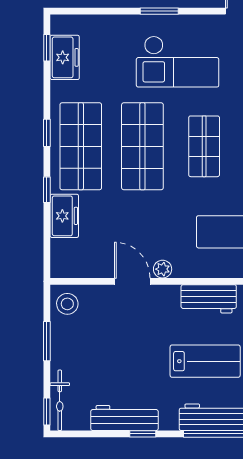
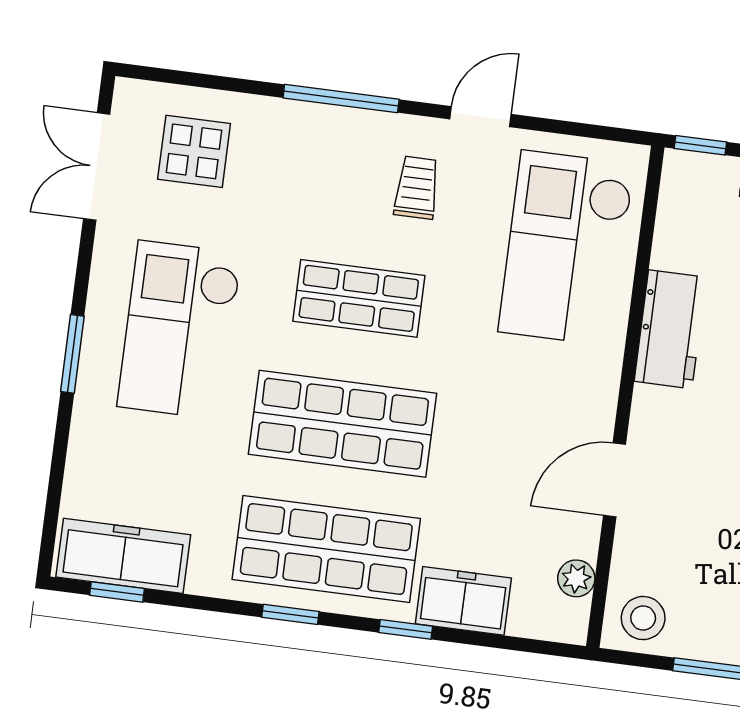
freezer: (65, 57) -> (123, 556), width x1.40
checkout: (178, 62) -> (180, 330), turned 180
plant: (163, 269) -> (576, 578), moved

